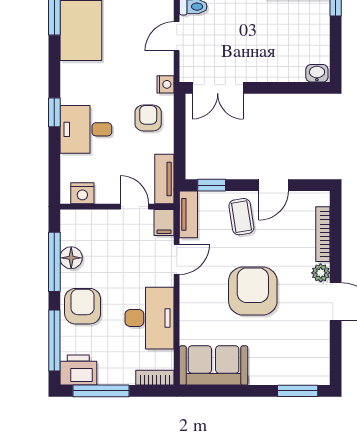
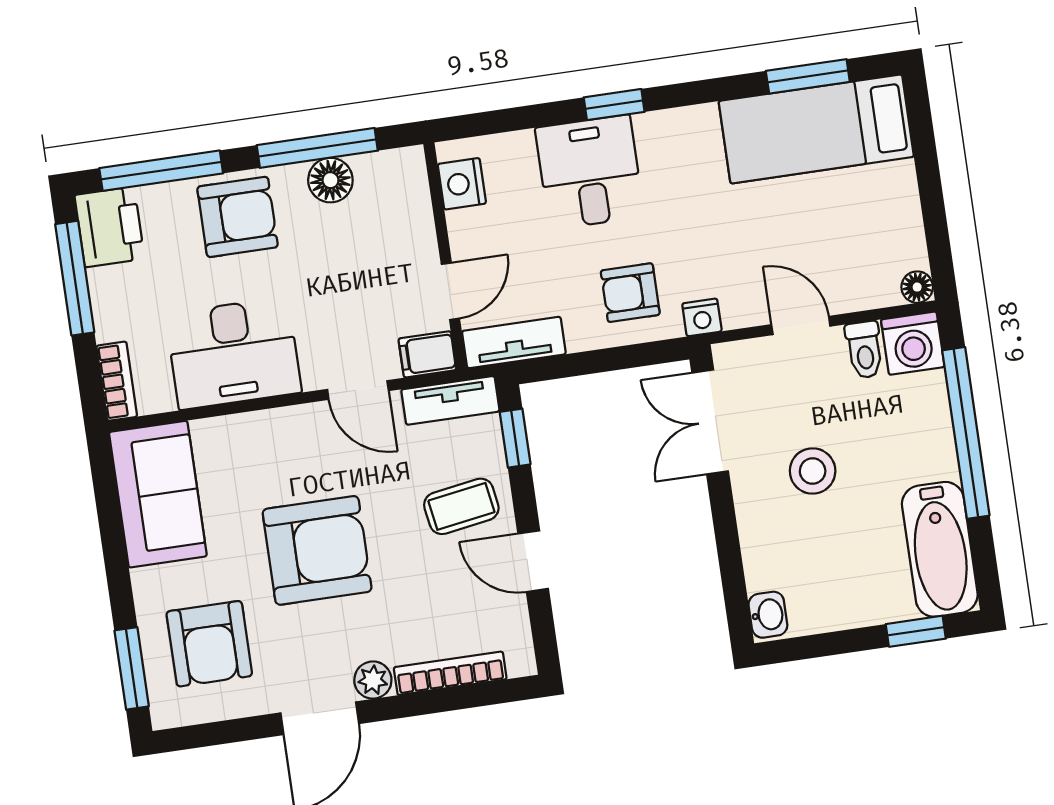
stool: (249, 41) -> (813, 471), added
armchair: (148, 118) -> (630, 293), turned 180
armchair: (291, 351) -> (209, 644), added

